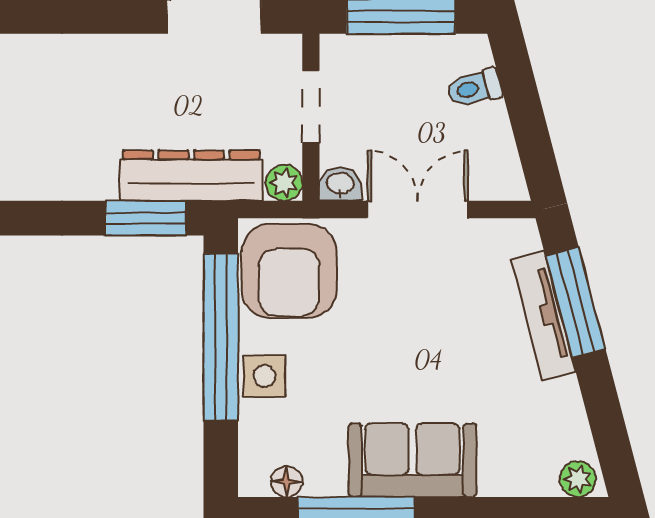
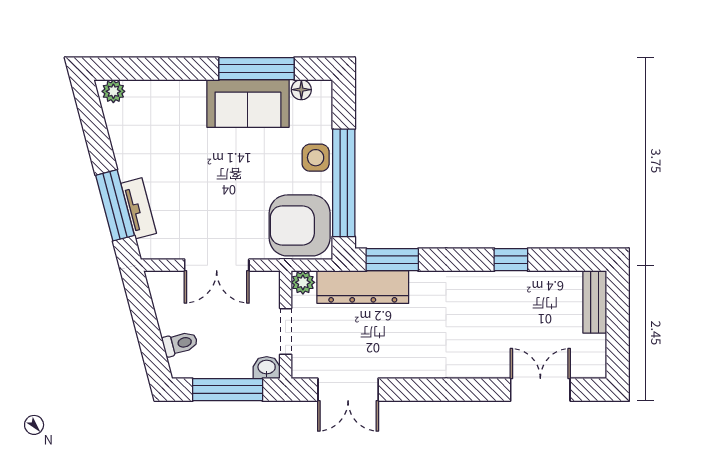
washbasin: (340, 184) -> (267, 368), moved, turned 180
armchair: (289, 271) -> (300, 225), turned -90
tv unit: (543, 315) -> (139, 208), width x0.71
sofa: (412, 460) -> (248, 103), moved

